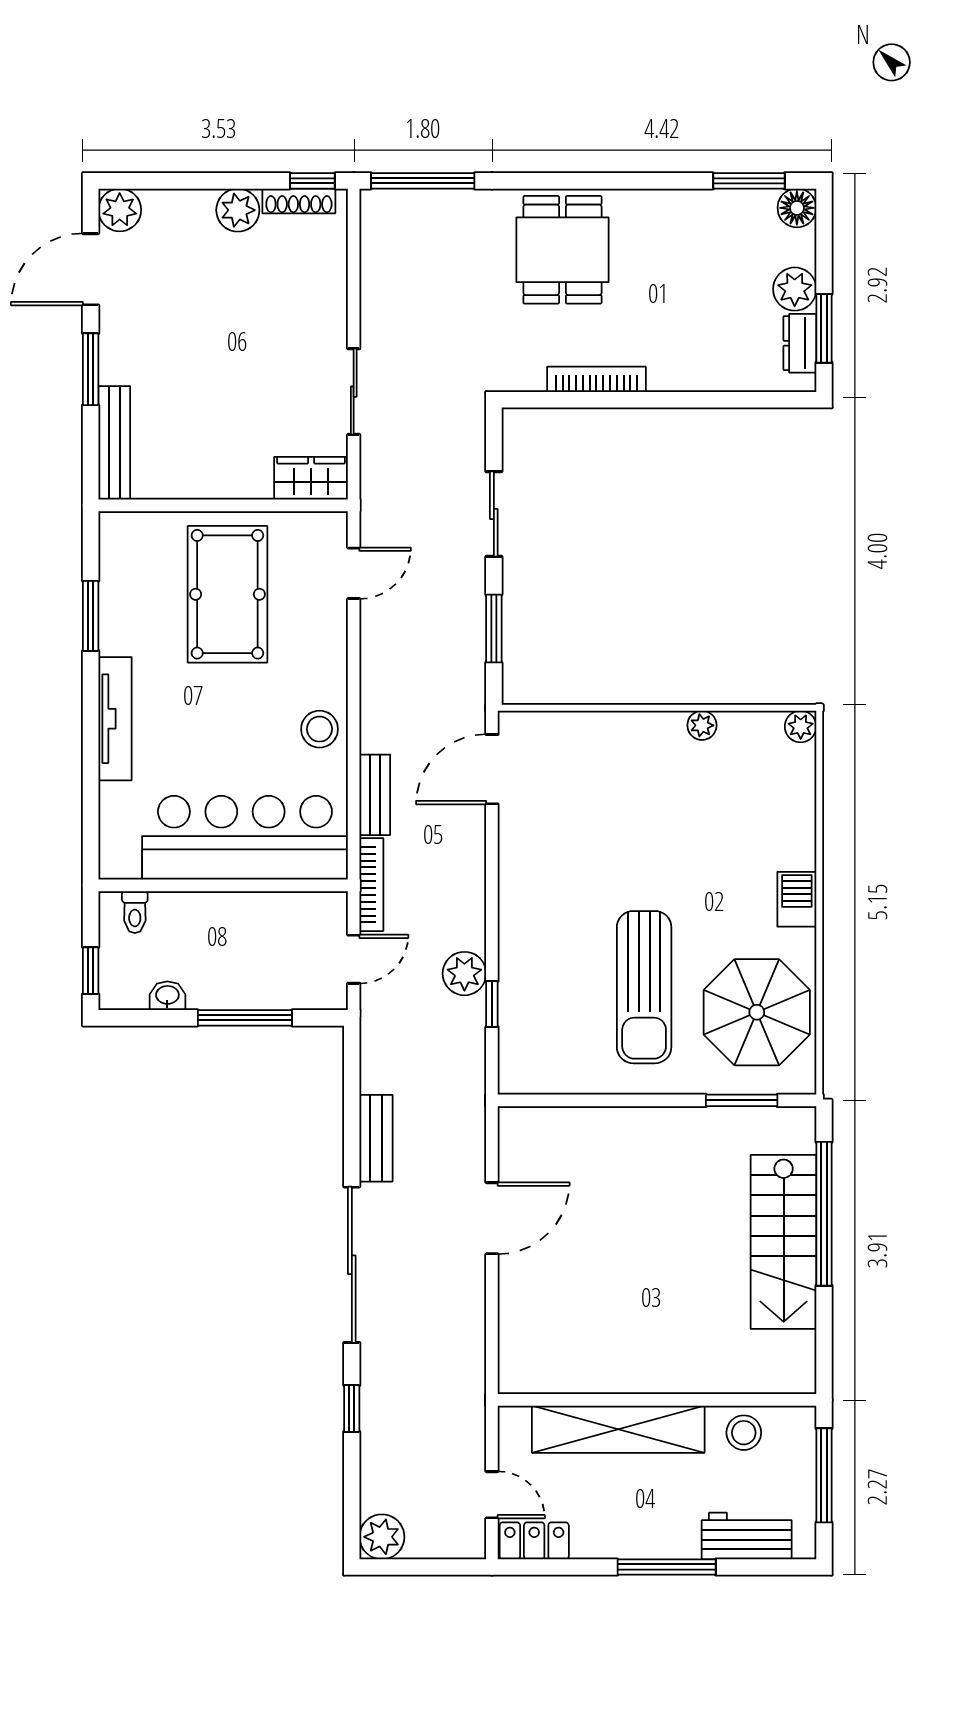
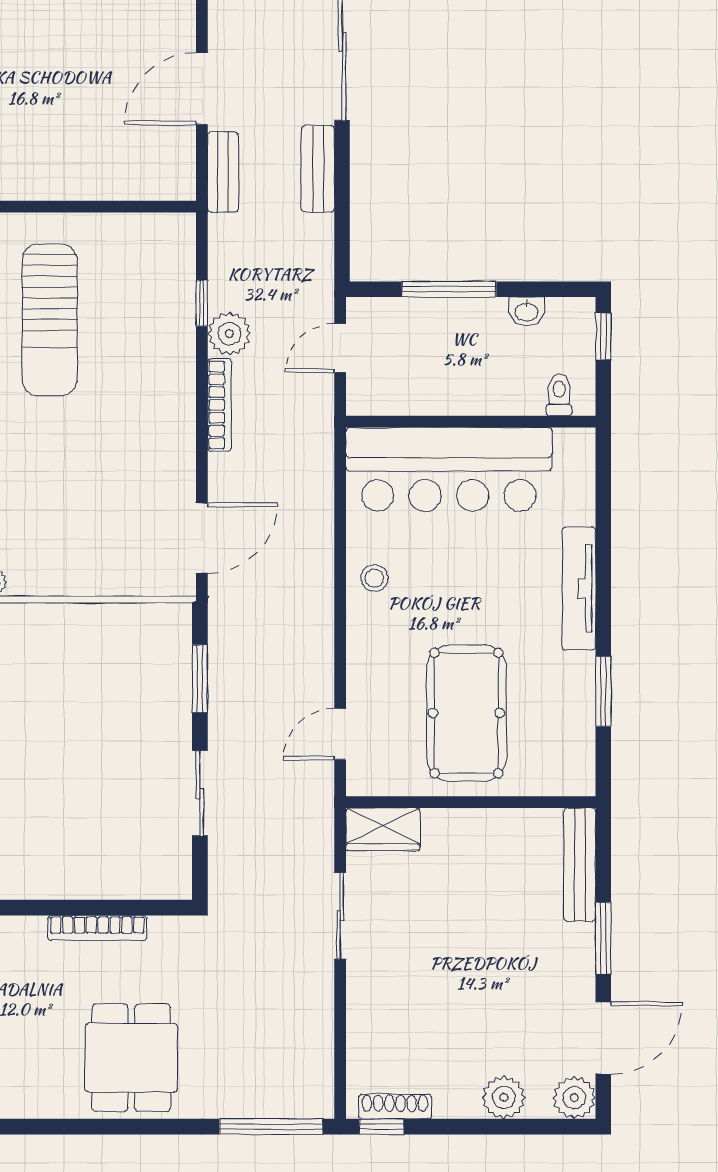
plant: (238, 210) -> (504, 1097), moved
stool: (320, 729) -> (374, 578), width x0.73, depth x0.73
bench: (375, 795) -> (223, 172), moved
bookcase: (371, 885) -> (220, 405), moved, turned 180
sun lounger: (644, 987) -> (50, 320), turned 180

